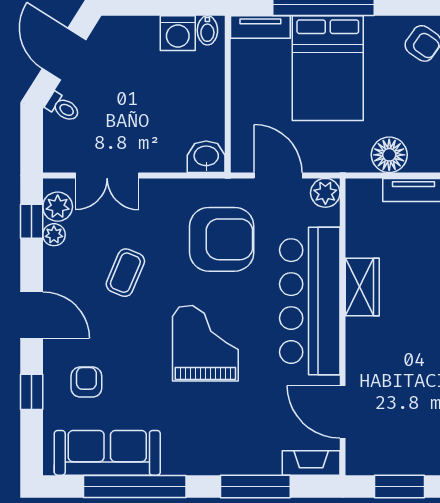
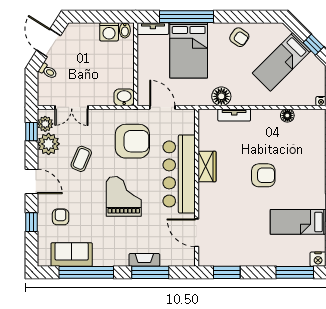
plant: (325, 193) -> (187, 117), removed
plant: (54, 235) -> (49, 144), width x1.88, depth x1.88
sofa: (107, 453) -> (72, 255), width x0.73
fireplace: (311, 463) -> (144, 260), moved

